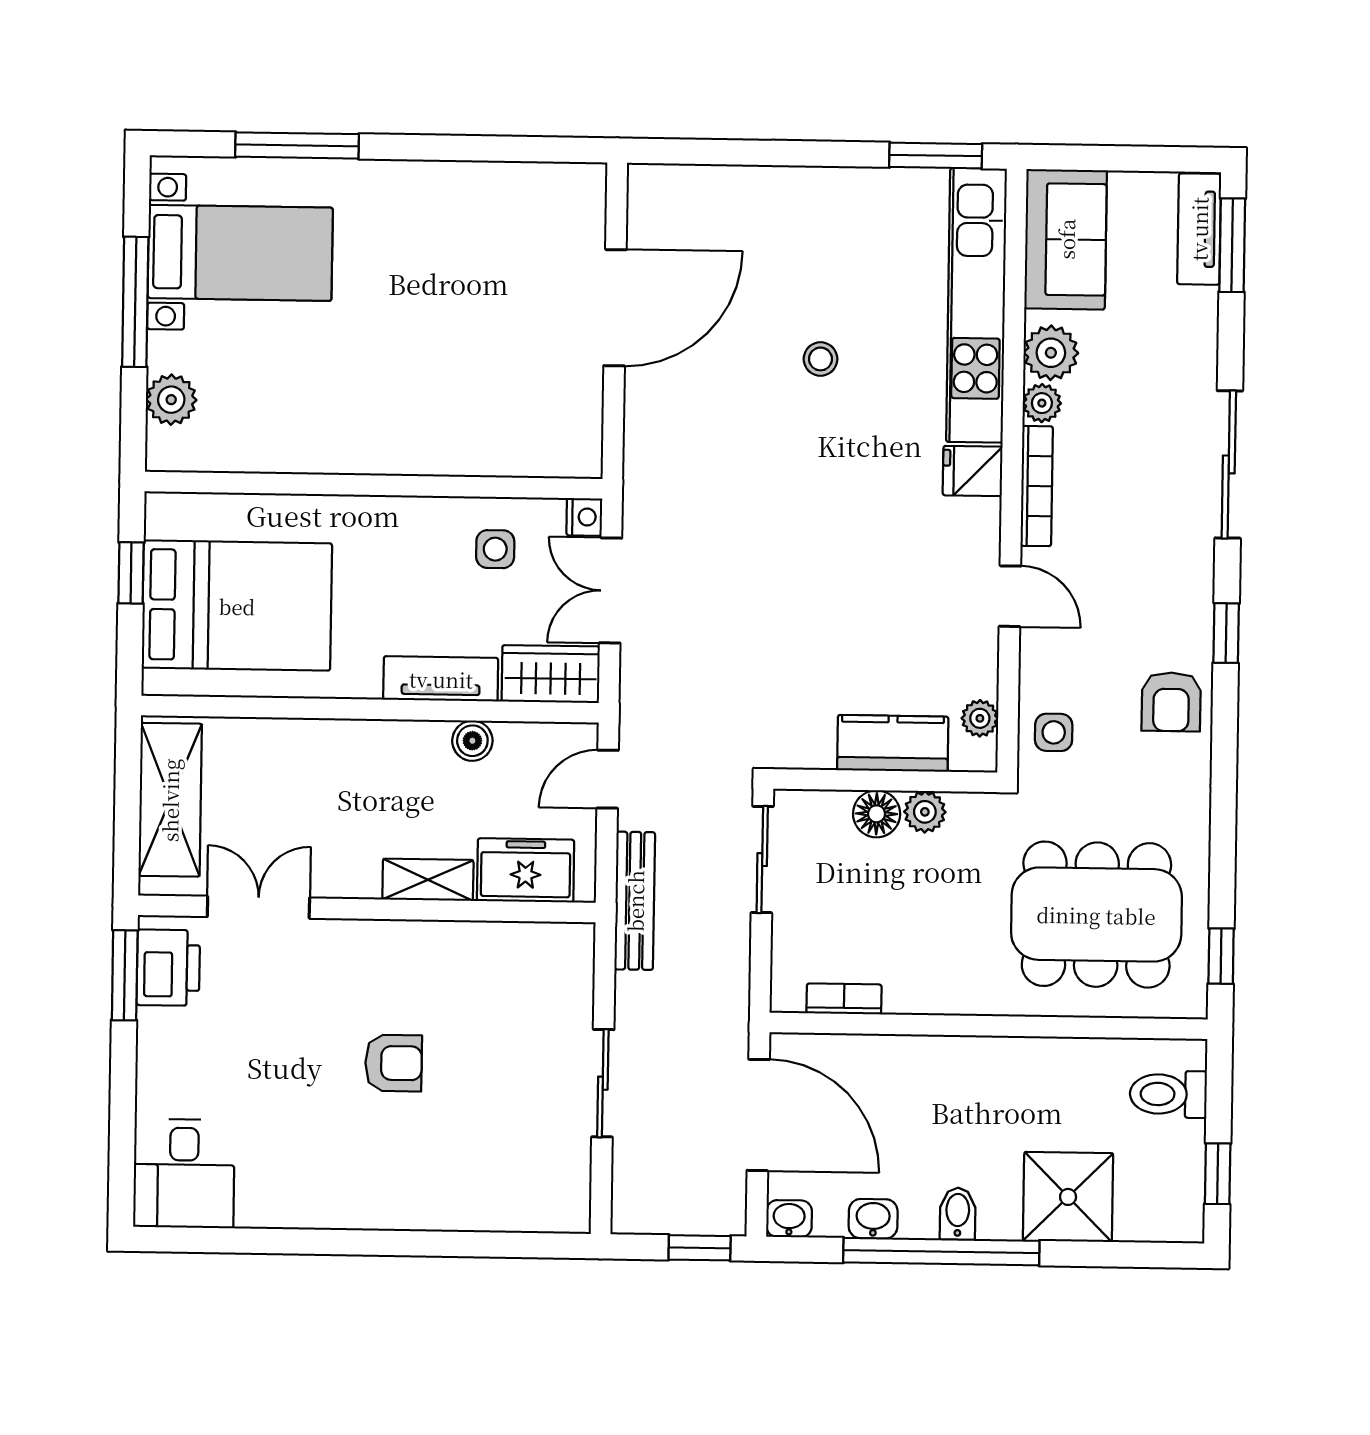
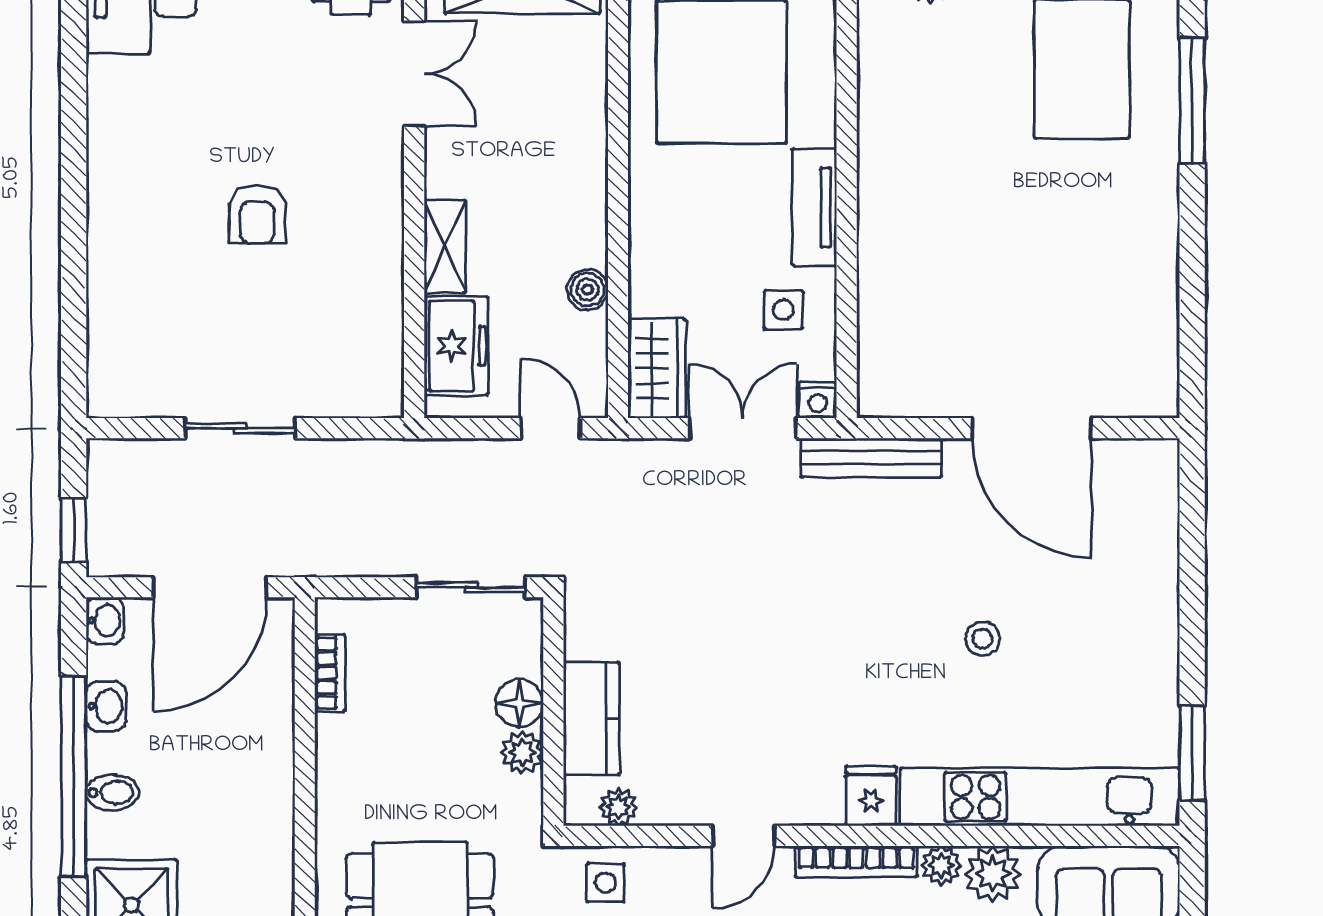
tv unit: (441, 679) -> (814, 207), moved, turned 180
bench: (635, 901) -> (871, 458), moved

